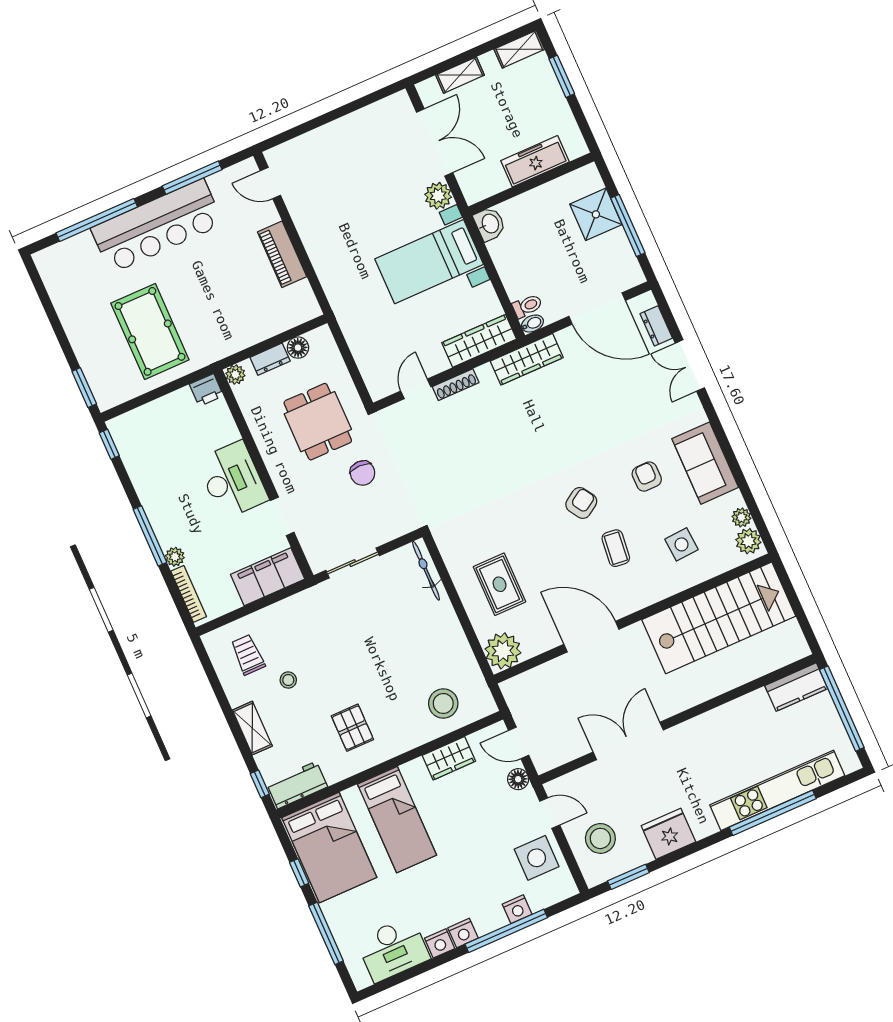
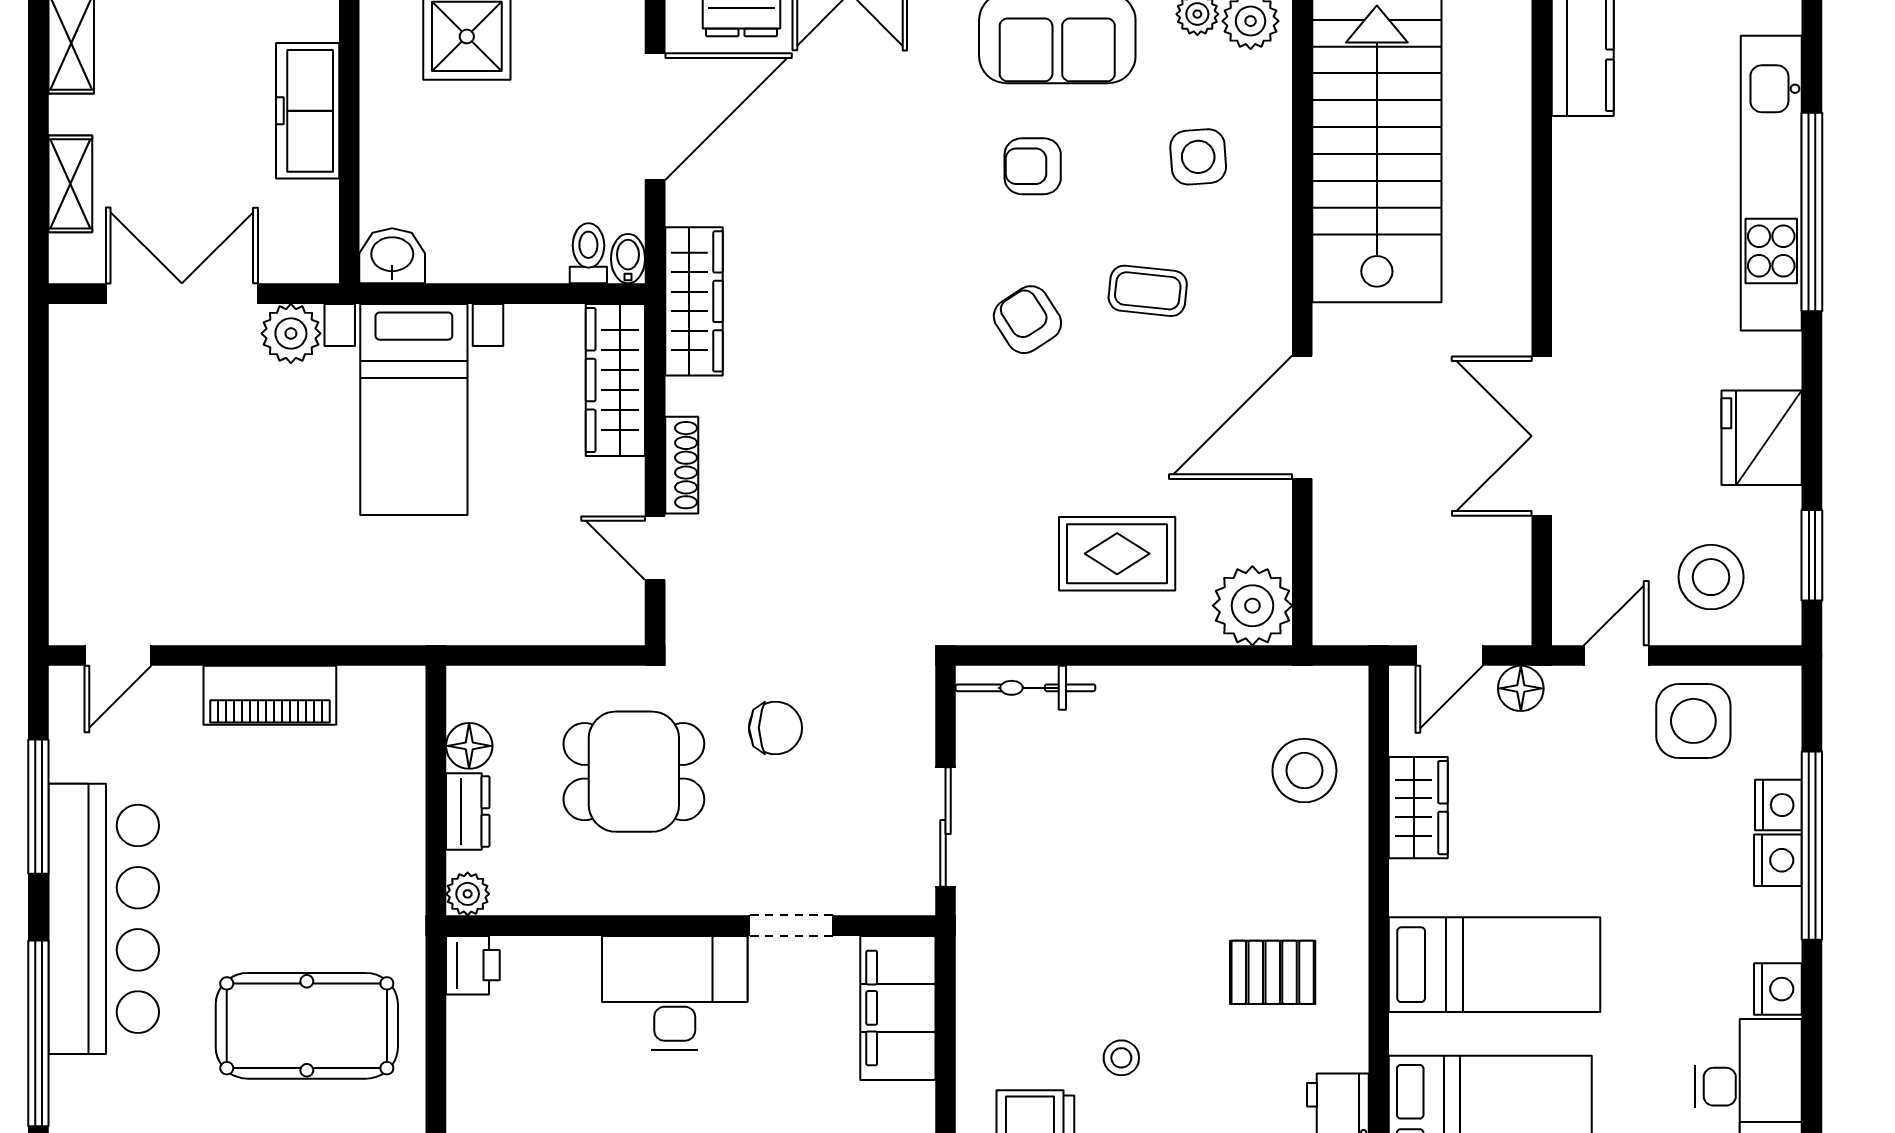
nightstand: (463, 933) -> (1778, 860), moved

